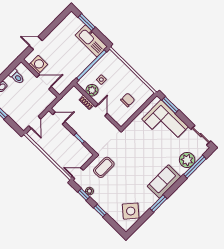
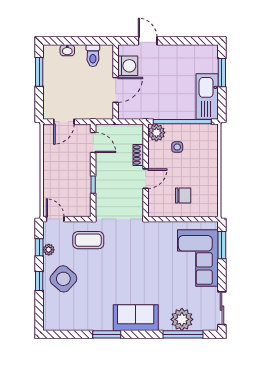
door: (44, 82) -> (116, 90), hinge flipped
plant: (92, 90) -> (156, 133), moved
side table: (131, 211) -> (63, 279), moved

